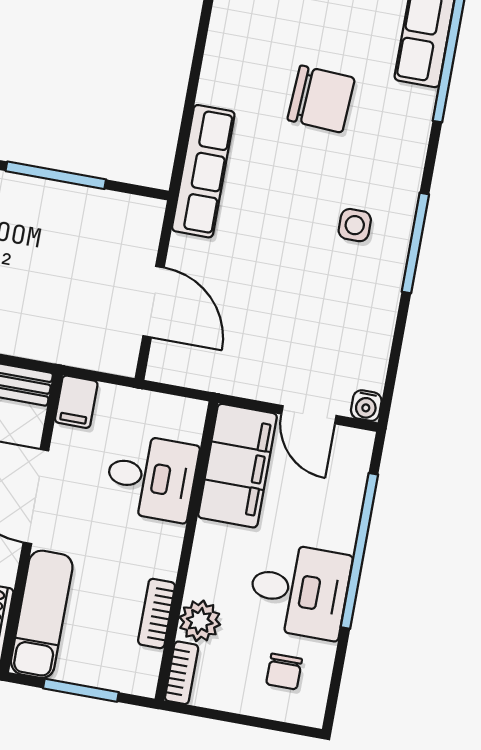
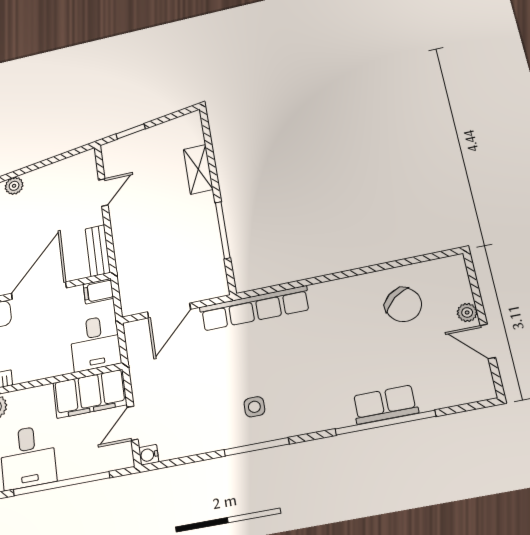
chair: (321, 99) -> (323, 358), removed
row of seats: (203, 171) -> (255, 308), width x1.36
desk: (151, 478) -> (95, 343), moved

